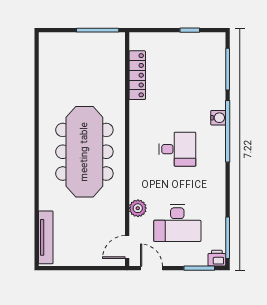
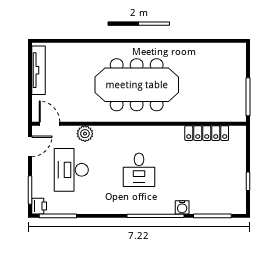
water cooler: (218, 118) -> (182, 207), moved
tv unit: (46, 237) -> (38, 70), moved, turned -90

